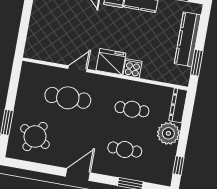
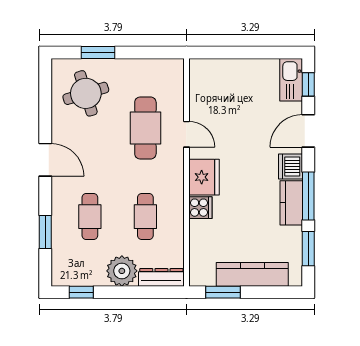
round table: (35, 137) -> (86, 93), turned 45

